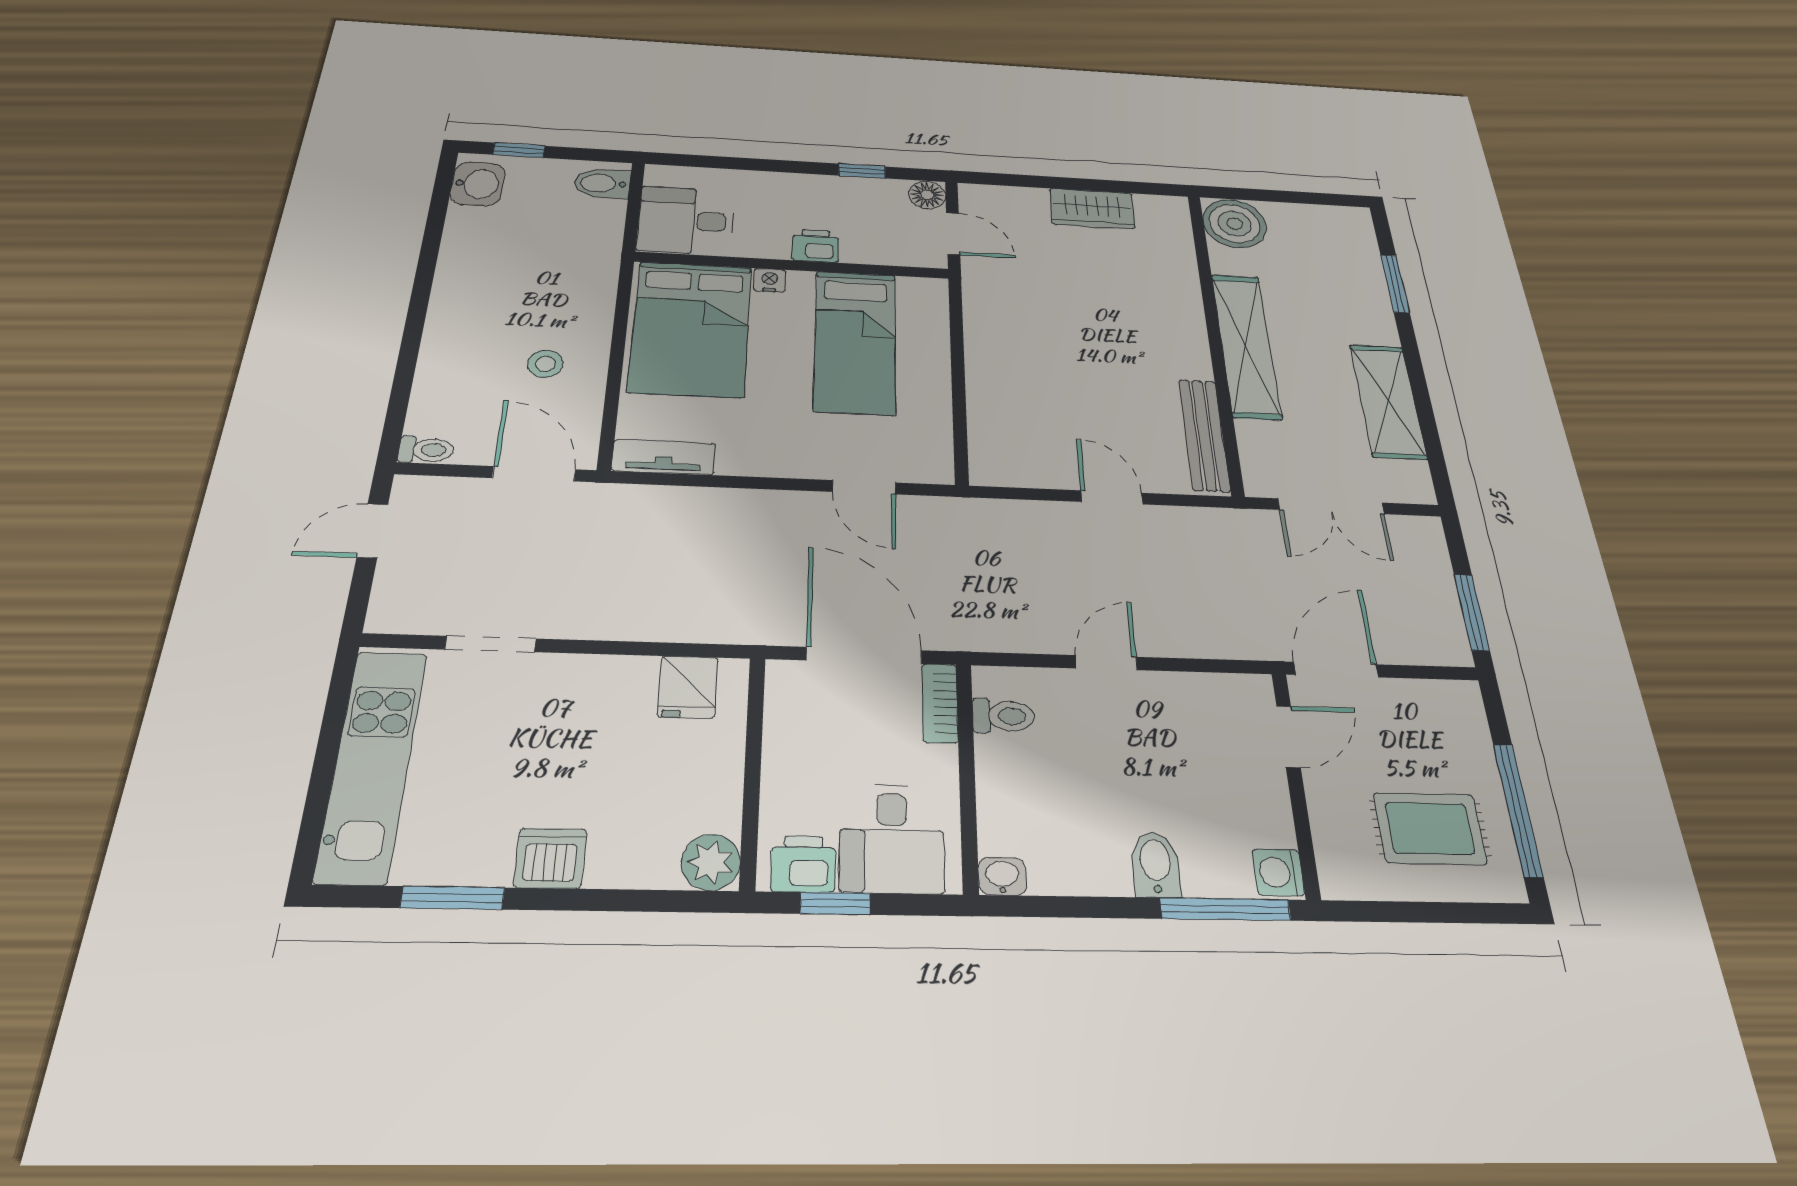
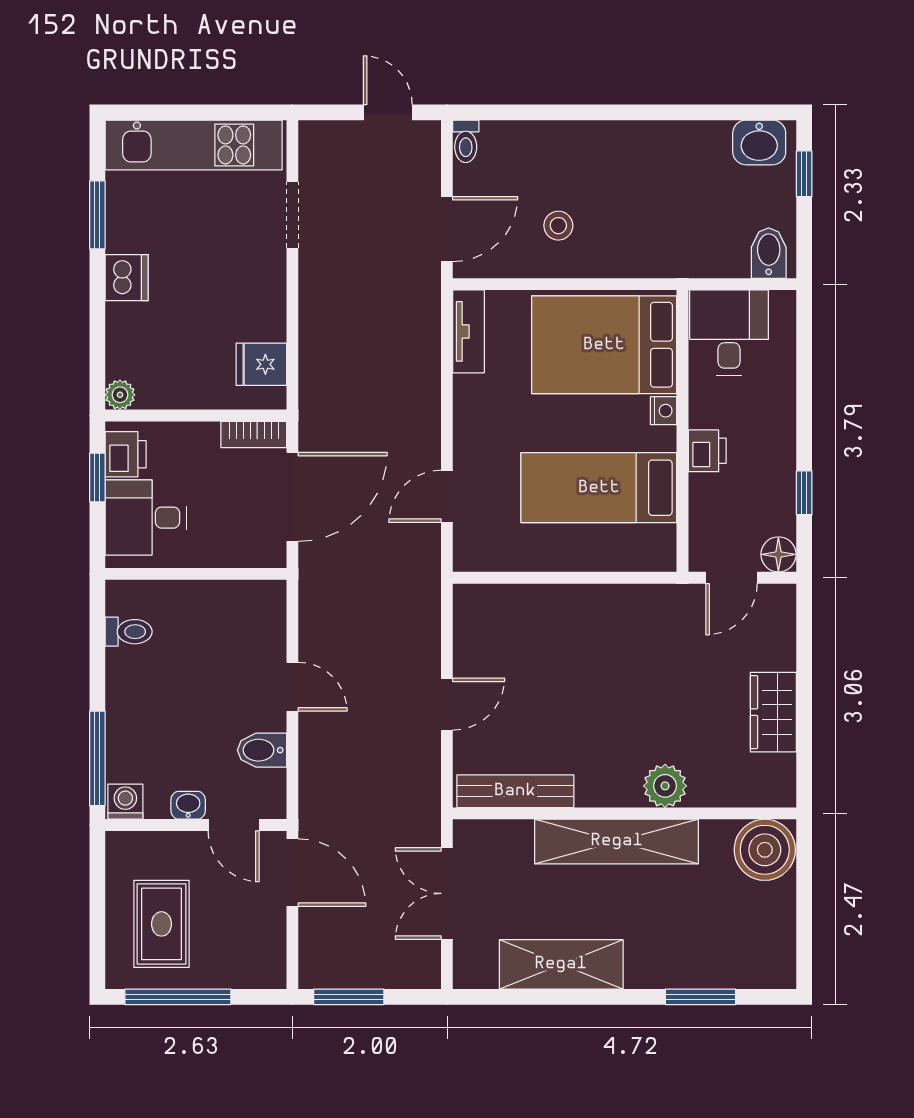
plant: (1180, 301) -> (665, 786), added
bookcase: (940, 703) -> (254, 434), moved, turned 180
toilet: (1003, 716) -> (129, 632), moved, turned -90
plant: (711, 862) -> (120, 395), width x0.73, depth x0.73
bidet: (1156, 864) -> (262, 750), moved, turned 180
washbasin: (1002, 876) -> (188, 805), moved, turned -90

